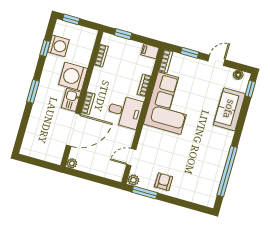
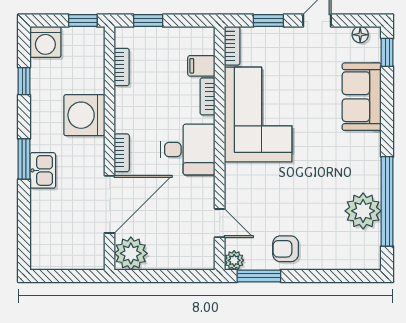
window: (71, 19) -> (83, 21), moved
washing machine: (58, 46) -> (45, 42), moved, turned 90
filing cabinet: (150, 51) -> (201, 66), moved
kitchen sink: (71, 100) -> (43, 170), moved, turned 180
door: (131, 157) -> (220, 223), swing flipped
plant: (72, 163) -> (131, 253), width x1.88, depth x1.88
plant: (212, 173) -> (363, 211), added
armchair: (164, 182) -> (286, 249), turned -90

